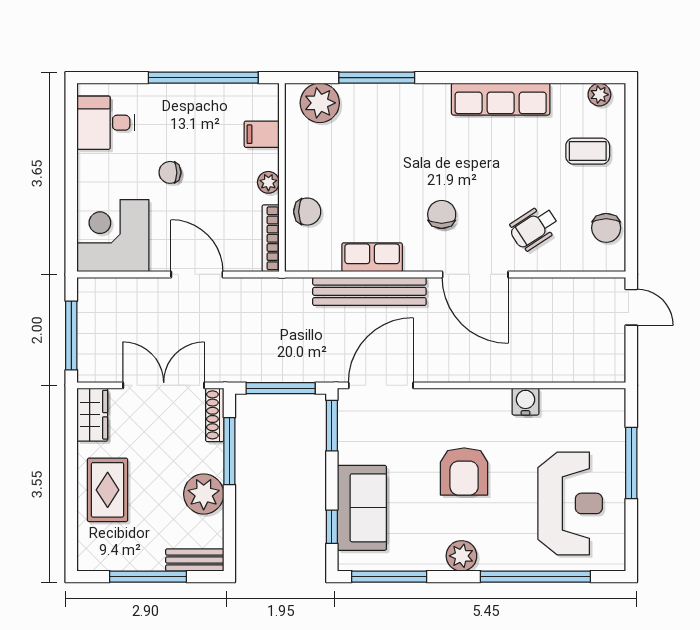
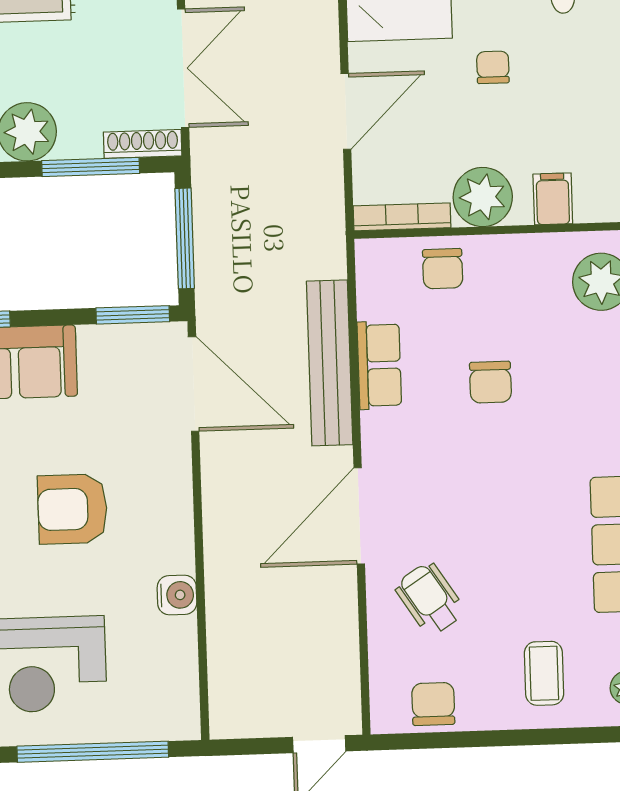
plant: (268, 182) -> (483, 197), width x1.88, depth x1.88
chair: (442, 214) -> (490, 382), moved, turned 90
chair: (606, 228) -> (433, 704), turned 90
window: (631, 463) -> (93, 752), width x1.46

